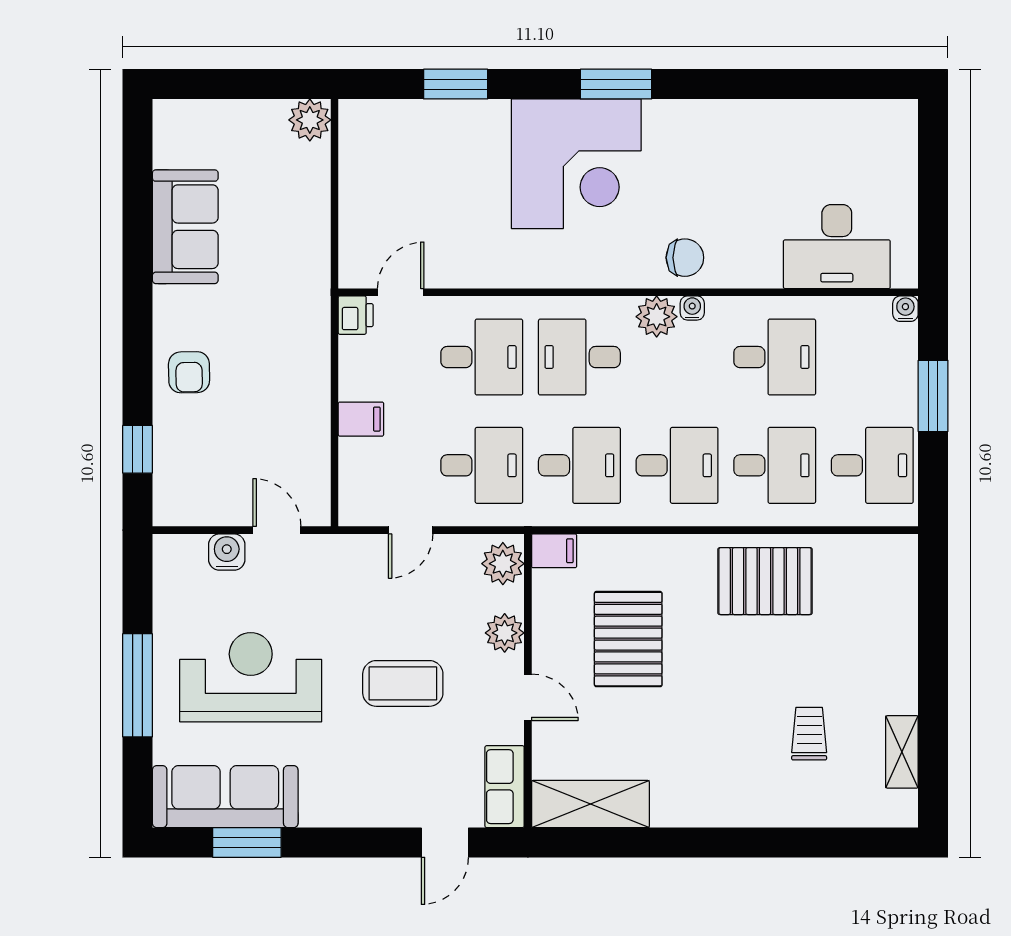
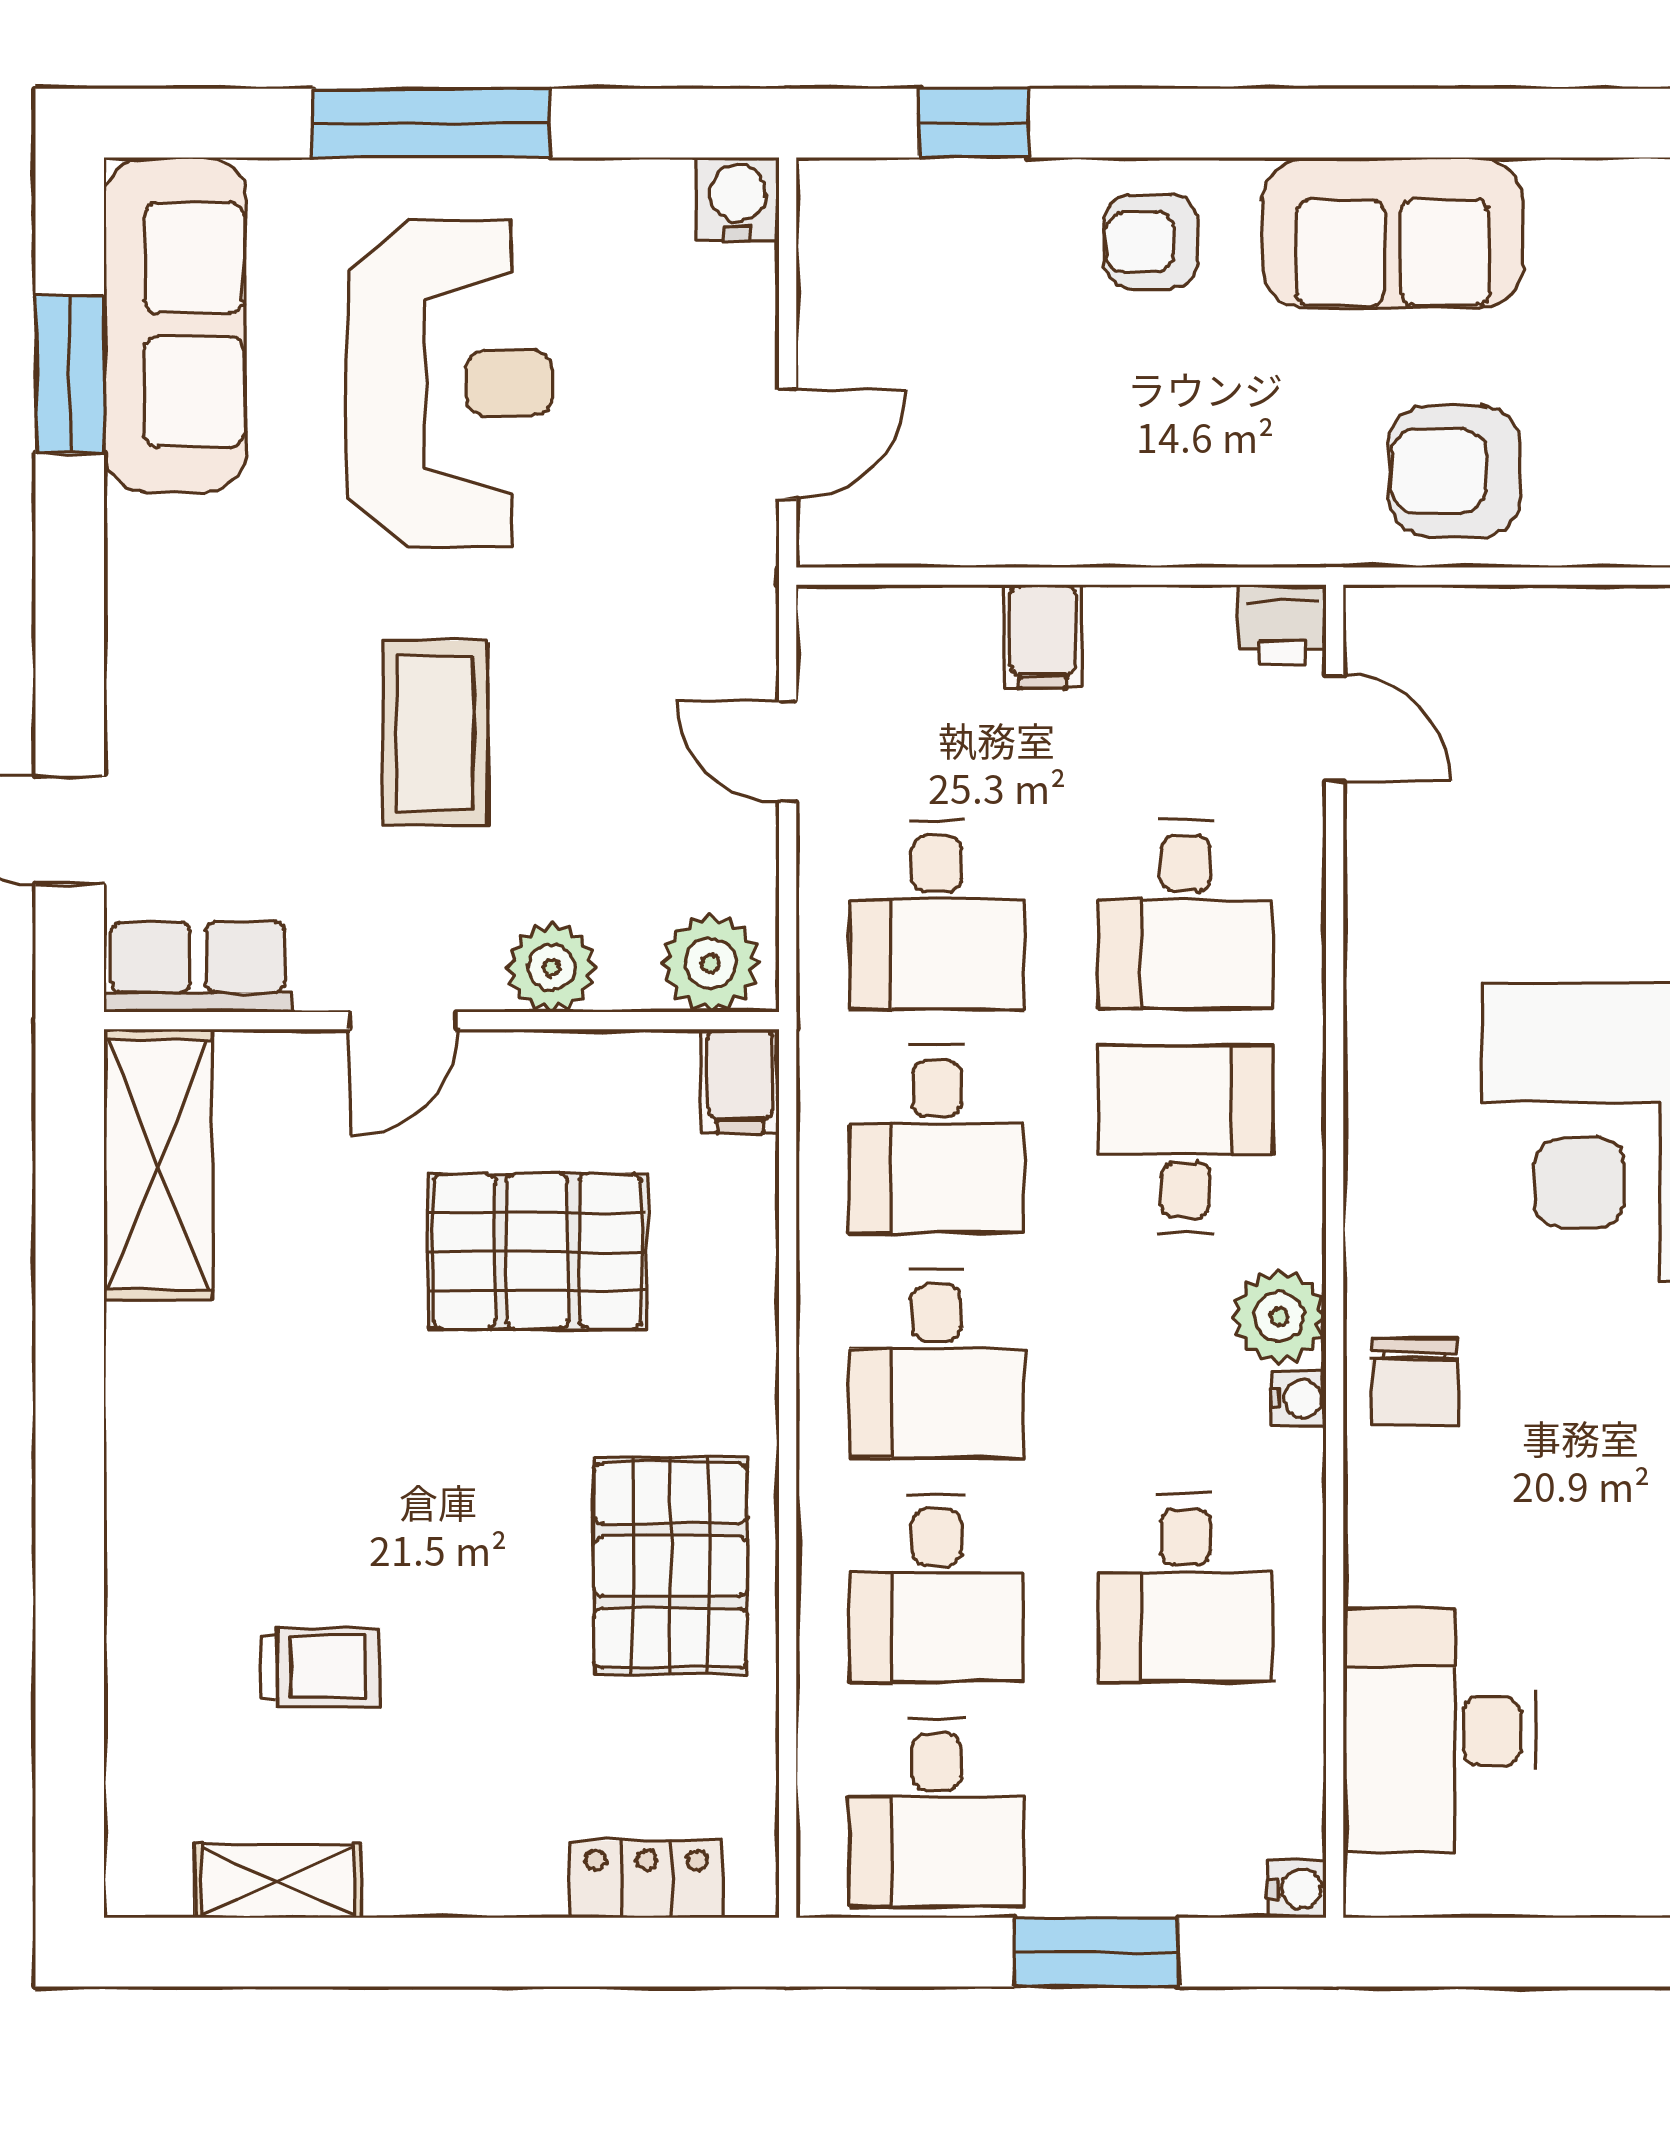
sofa: (185, 227) -> (1393, 233), moved
armchair: (289, 240) -> (1454, 471), added
water cooler: (227, 552) -> (737, 199), moved, turned -90
locker: (901, 592) -> (647, 1879), added

